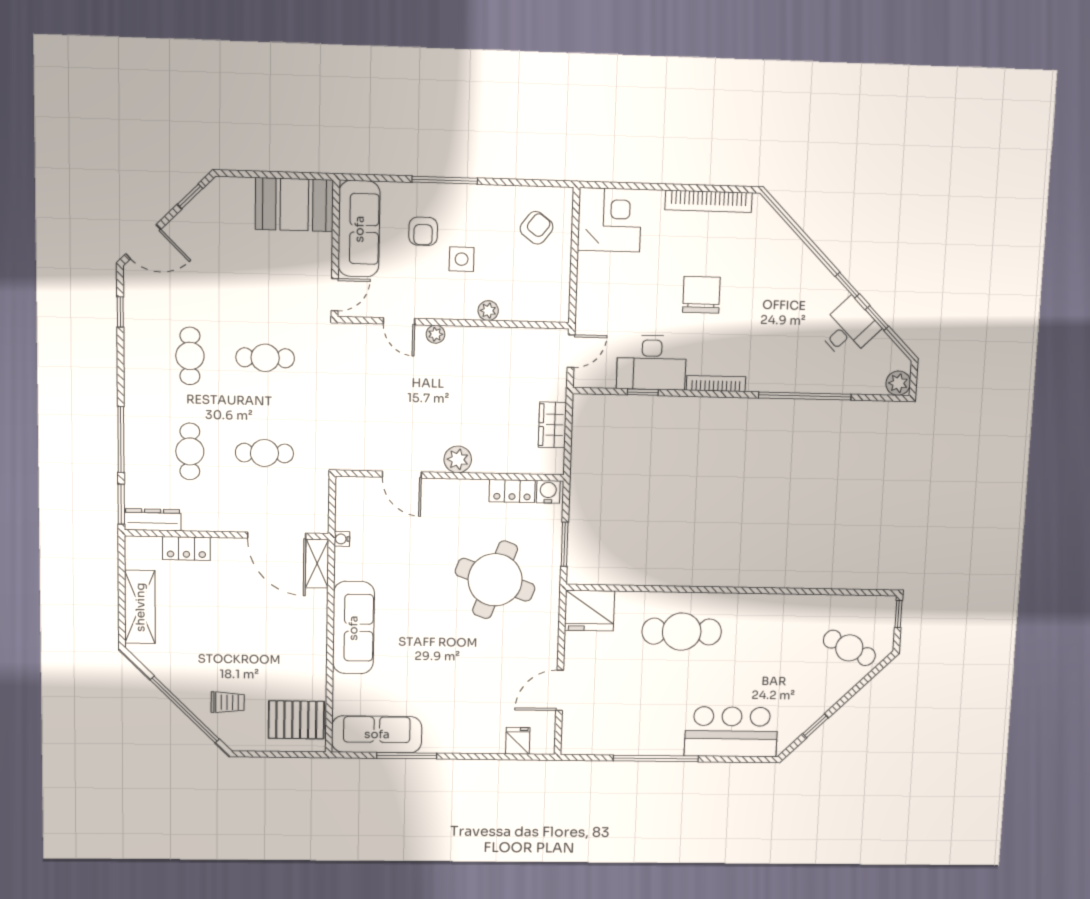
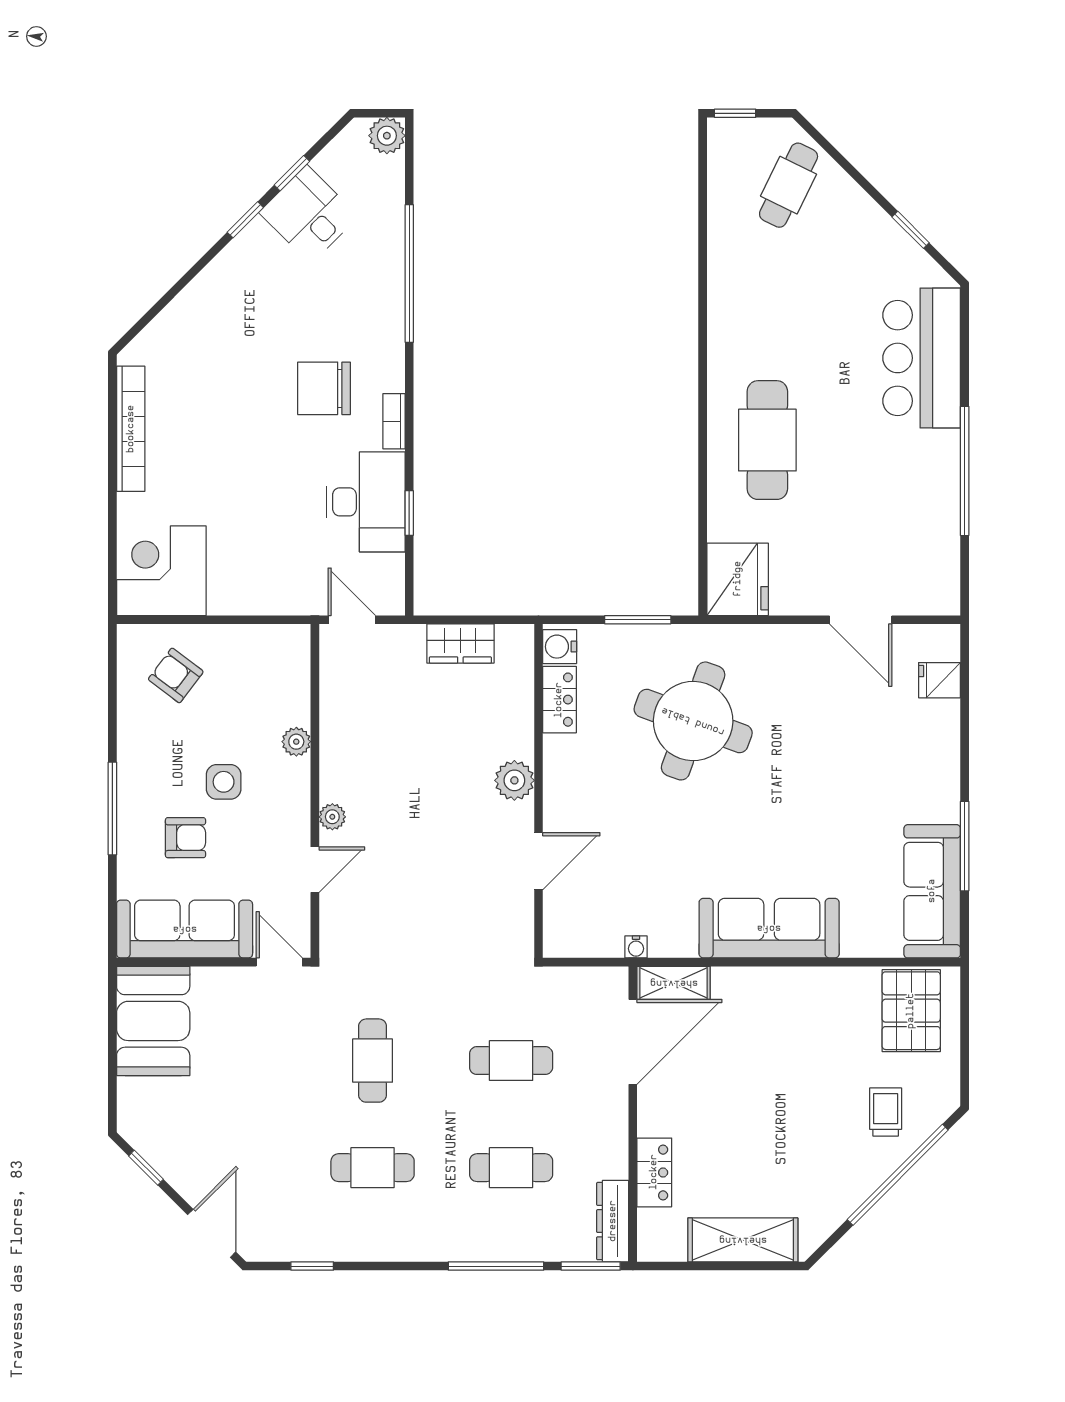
chair: (701, 295) -> (324, 388), moved
bookcase: (716, 384) -> (394, 421), width x0.64
cafe table: (264, 453) -> (511, 1061), turned 90

